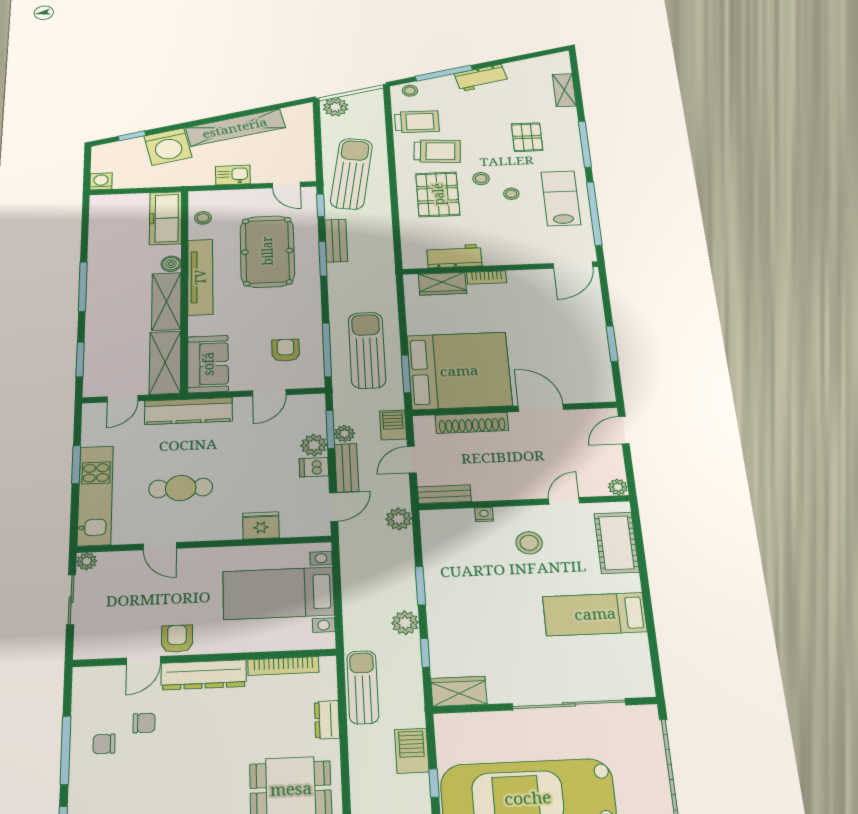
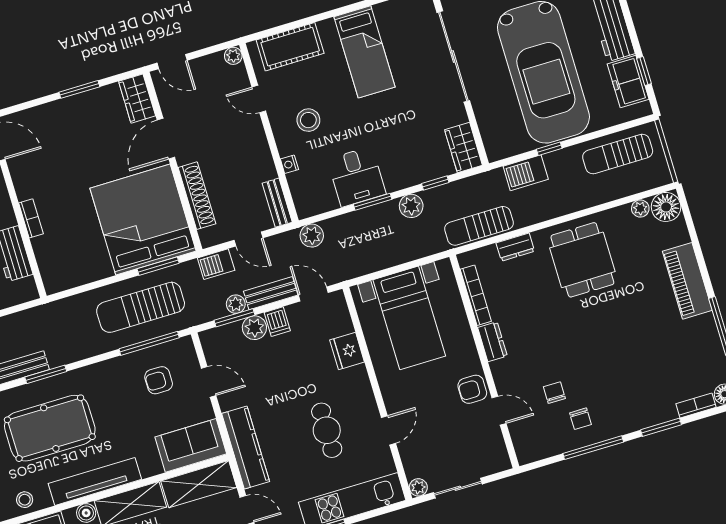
wardrobe: (442, 284) -> (137, 99), moved, turned 180
desk: (453, 576) -> (357, 177), added
dresser: (204, 675) -> (492, 342), width x0.51, depth x0.80

